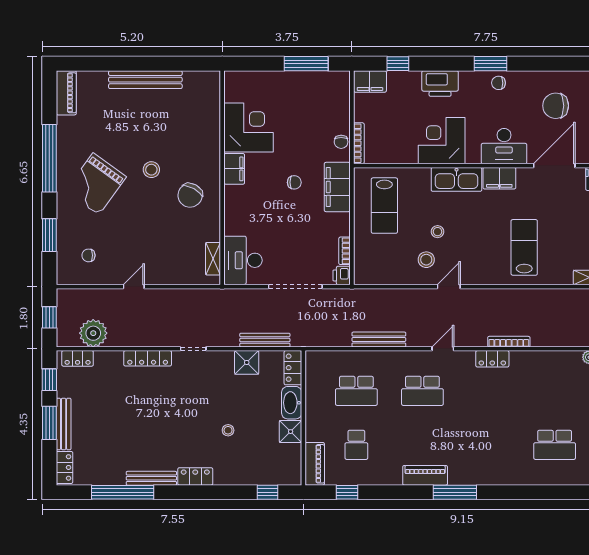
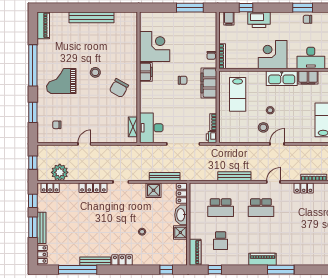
filing cabinet: (370, 81) -> (229, 18), width x0.50
printer: (440, 83) -> (259, 20), moved
grand piano: (96, 184) -> (61, 81), turned 54

